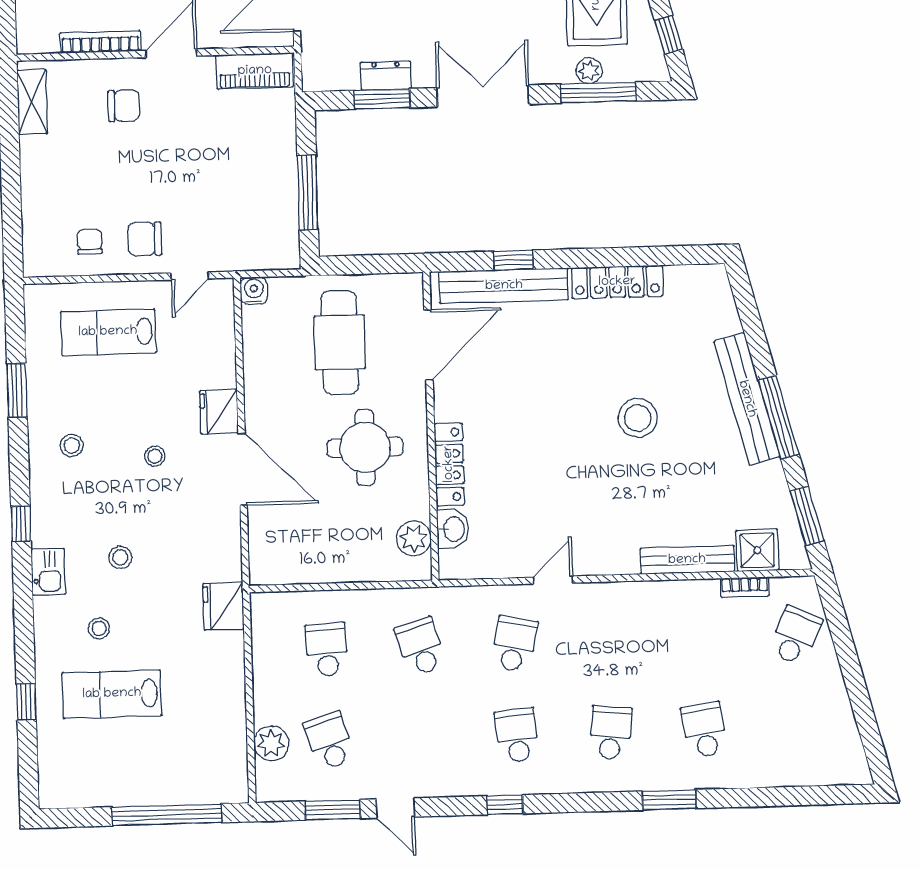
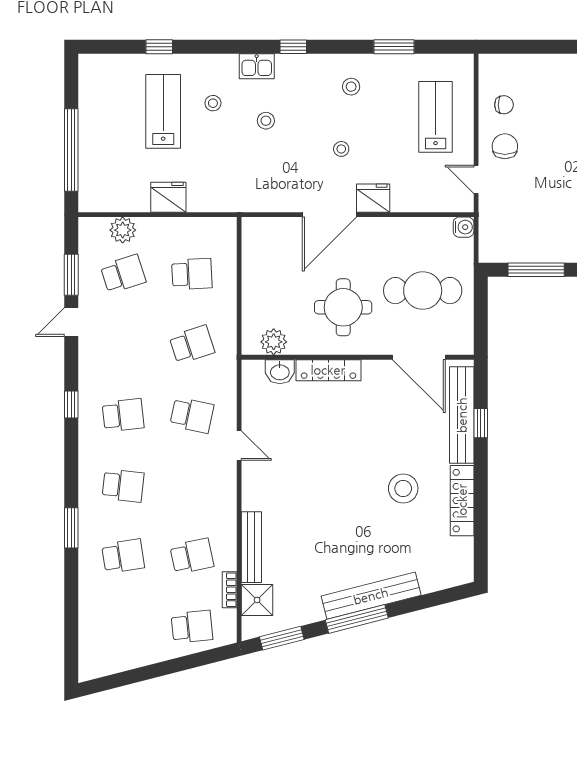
stool: (638, 418) -> (403, 488), moved
fridge: (223, 606) -> (168, 197), moved
school desk: (795, 636) -> (192, 627), turned -30
school desk: (702, 638) -> (192, 556), added

